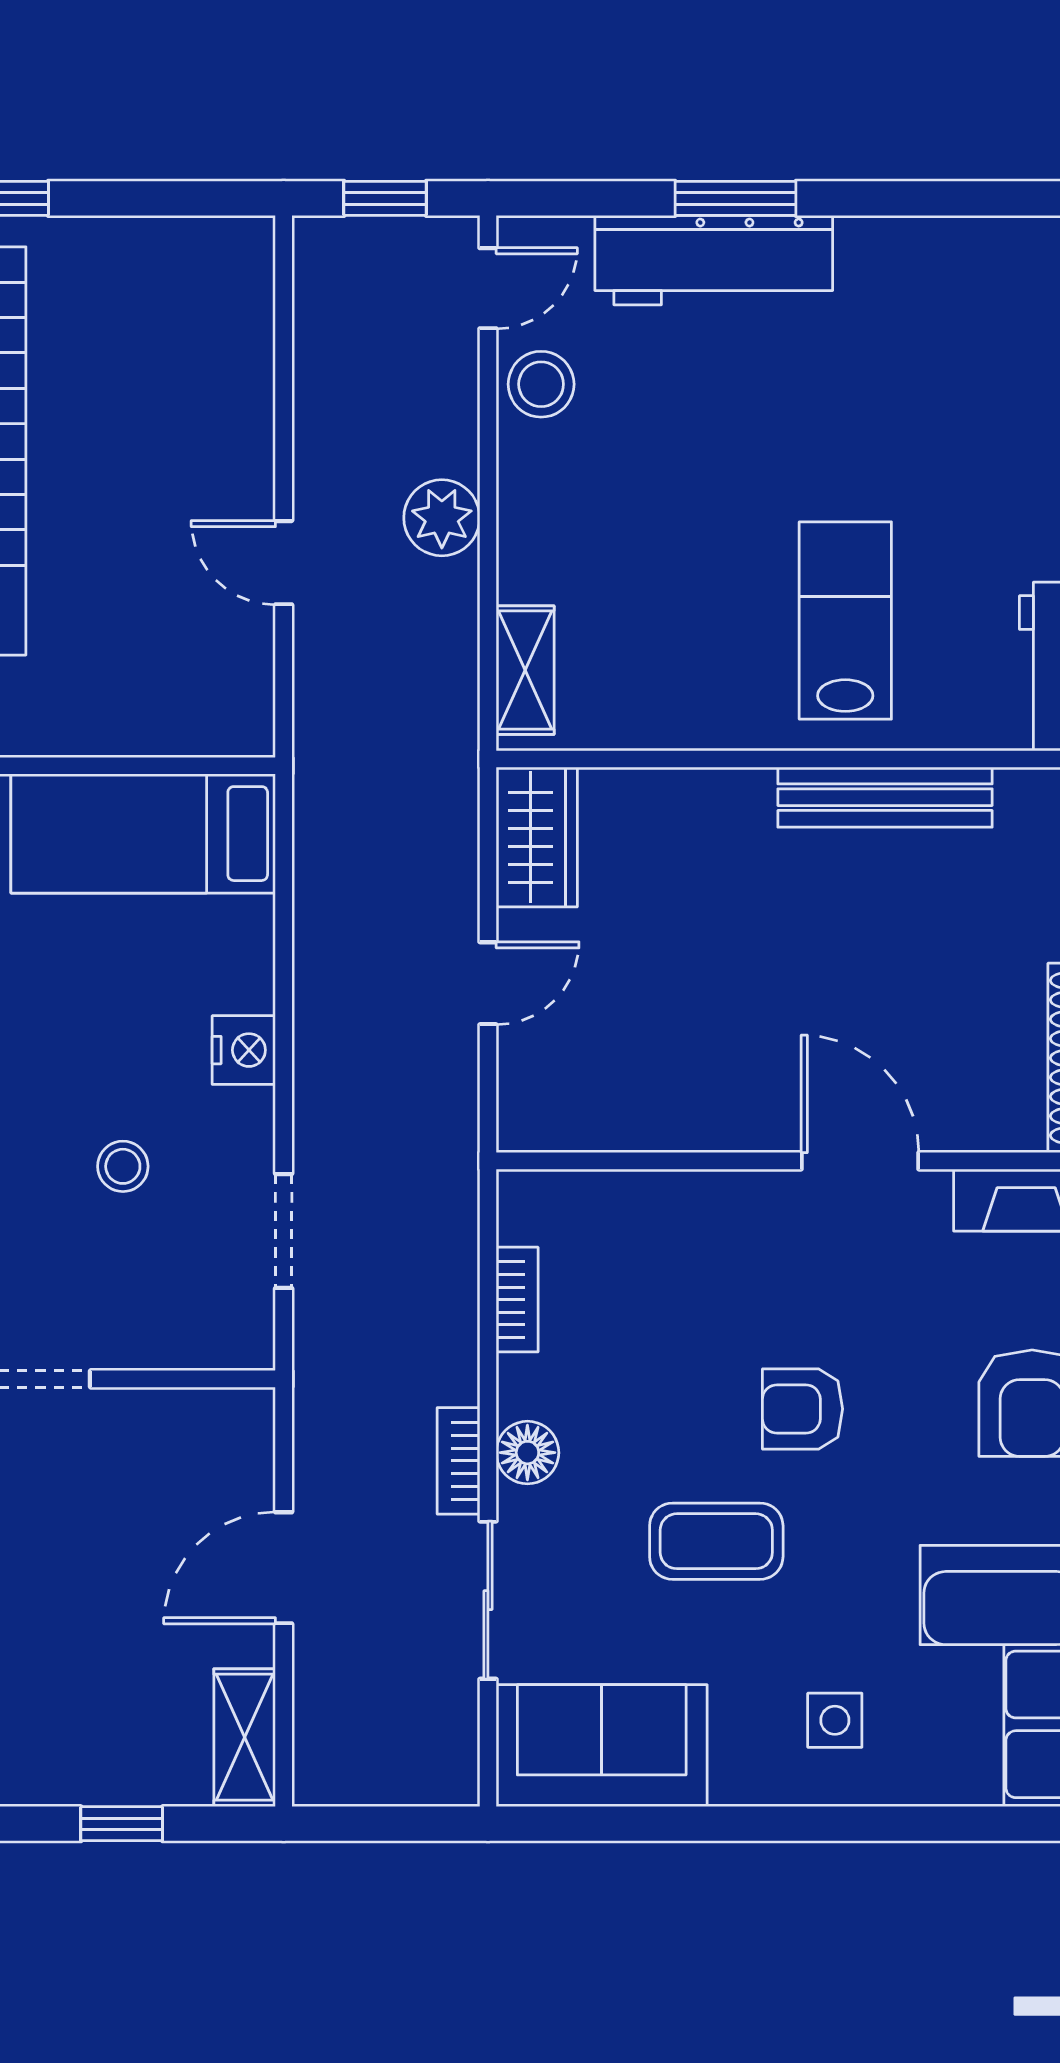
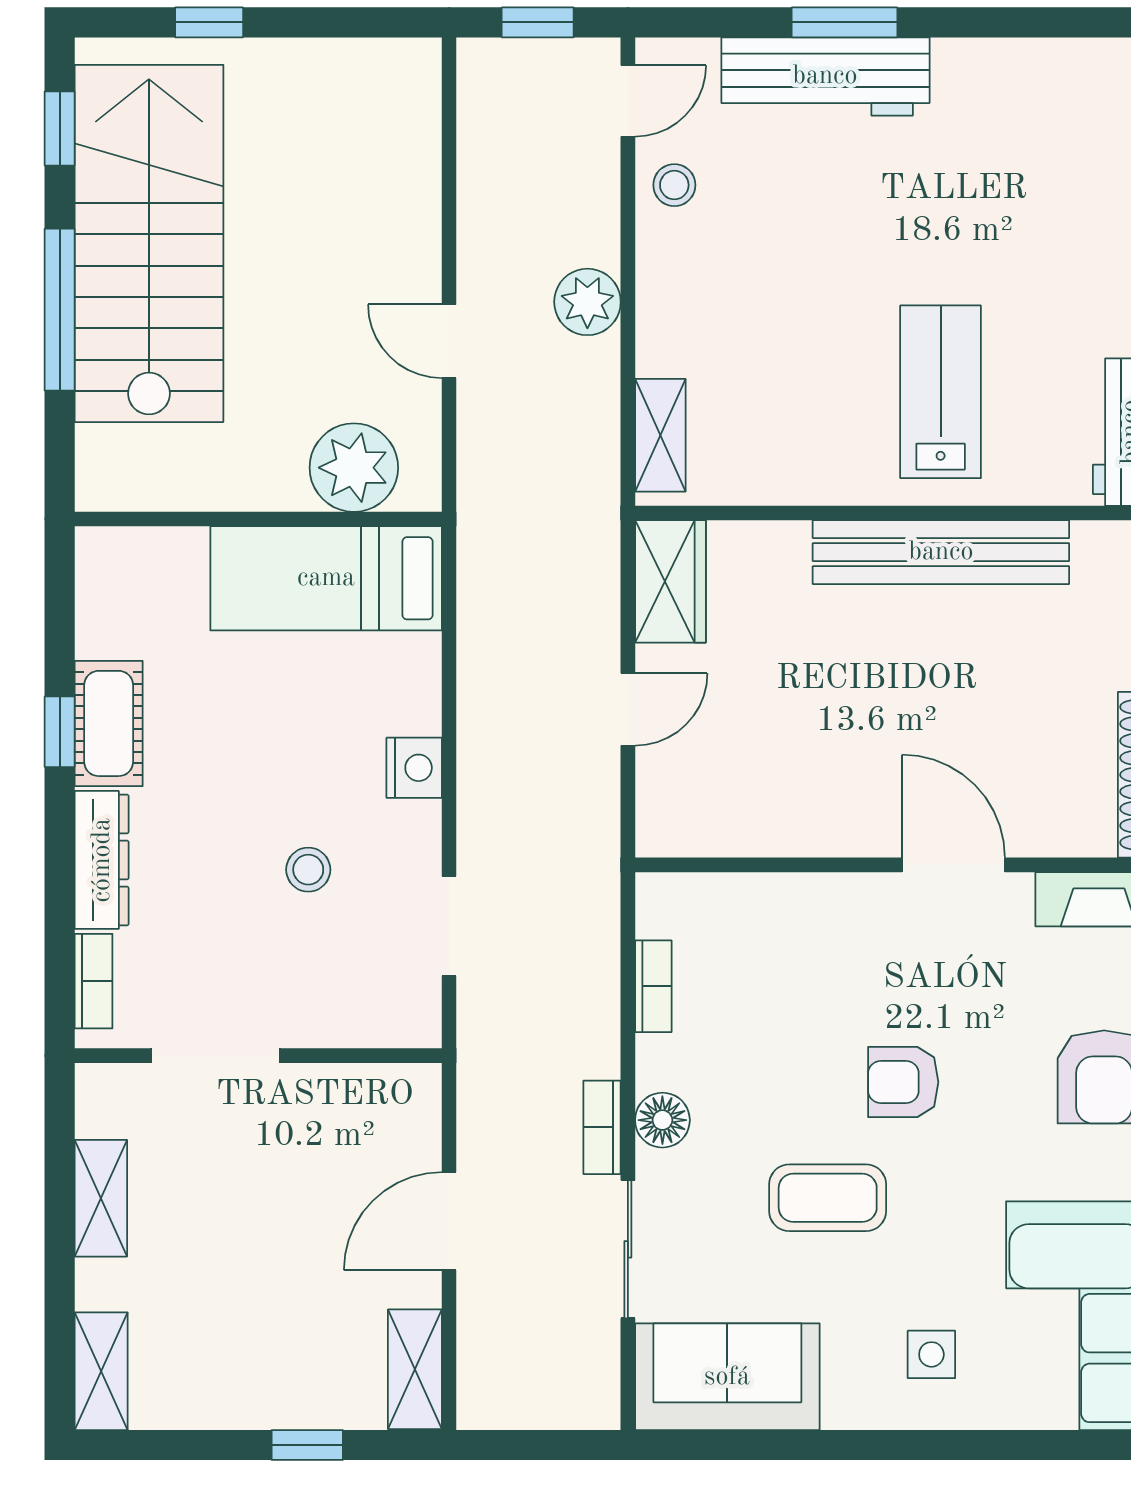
stool: (541, 384) -> (674, 185), width x0.73, depth x0.73
plant: (175, 707) -> (354, 468), added
bench: (885, 797) -> (941, 552), width x1.37, depth x1.21

